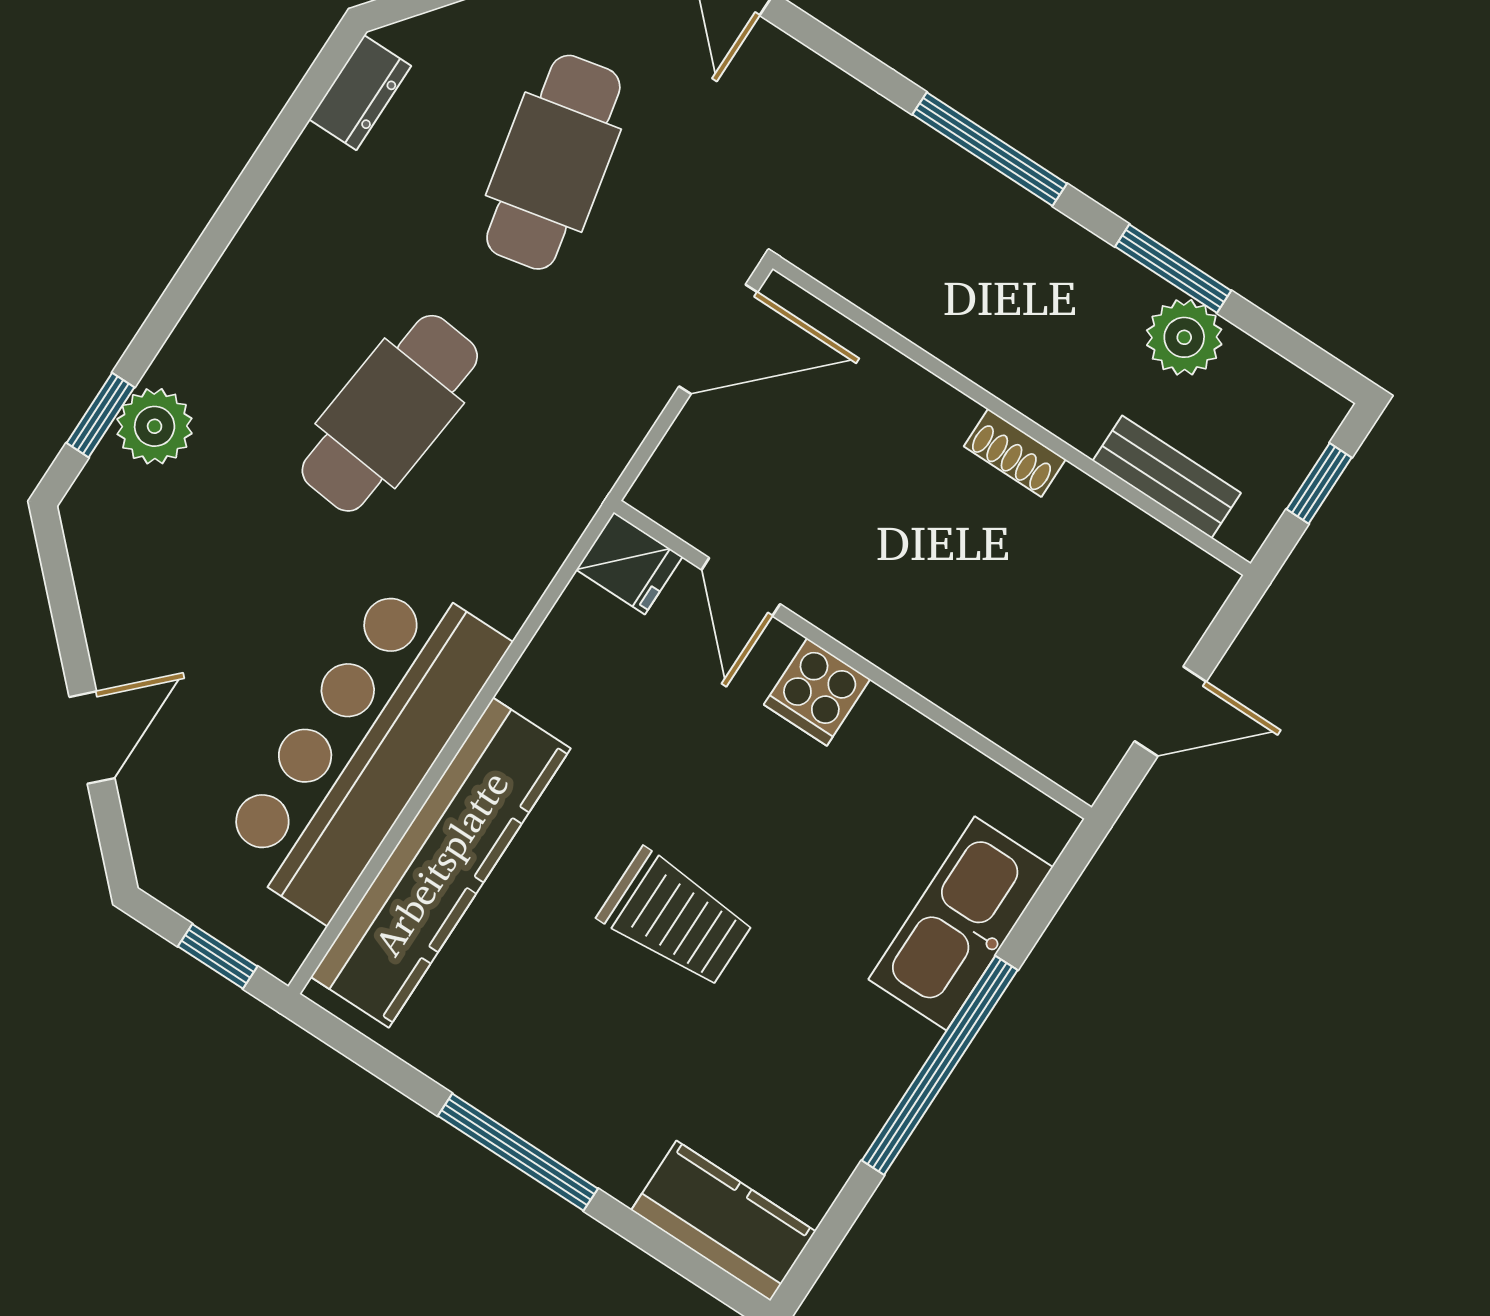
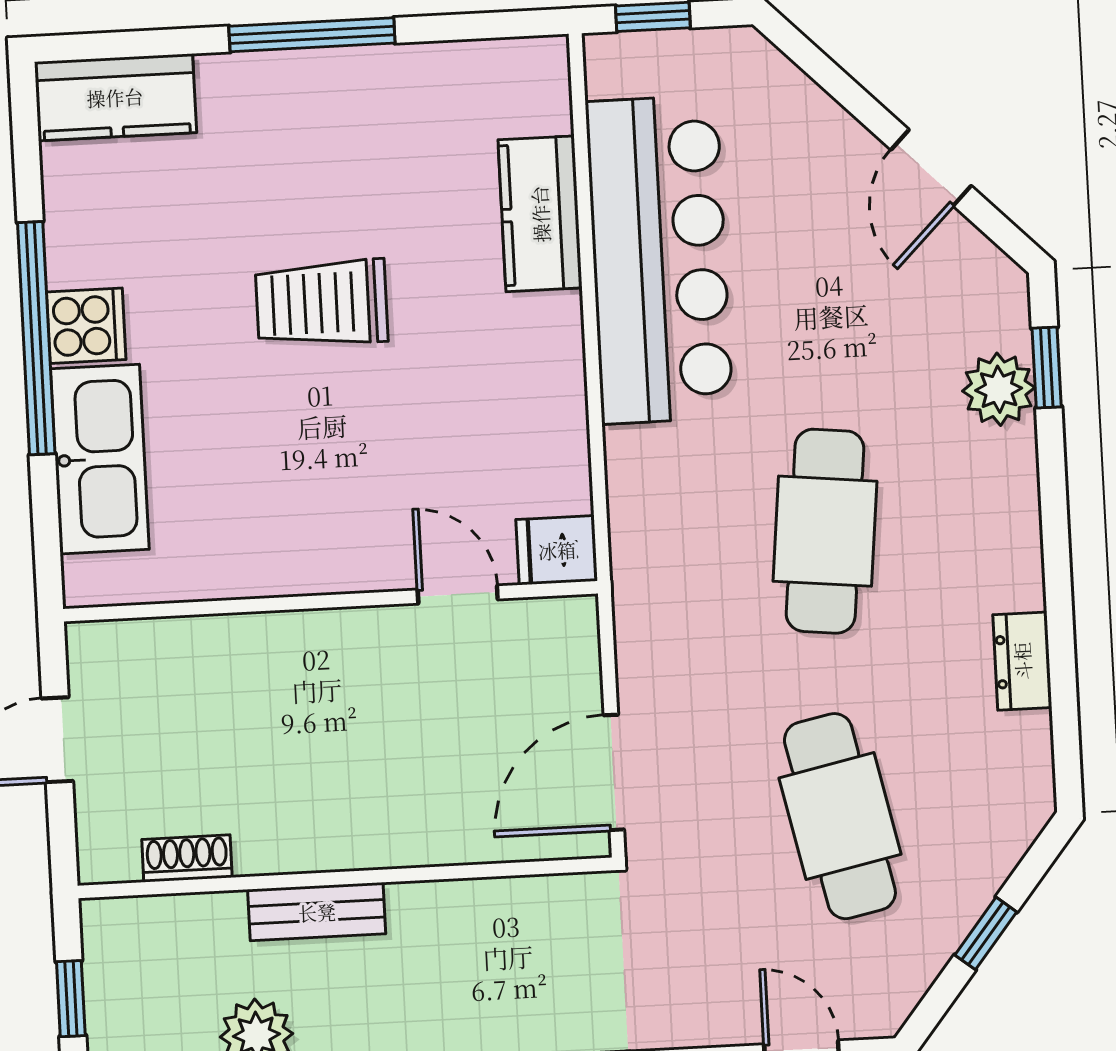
dresser: (360, 93) -> (1022, 661), moved
shoe rack: (1015, 453) -> (187, 858), moved
bench: (1167, 477) -> (317, 912), moved
cooker: (817, 692) -> (86, 326), moved, turned 90
door: (92, 738) -> (931, 168), moved
kitchen counter: (441, 863) -> (540, 214), width x0.48, depth x0.86

